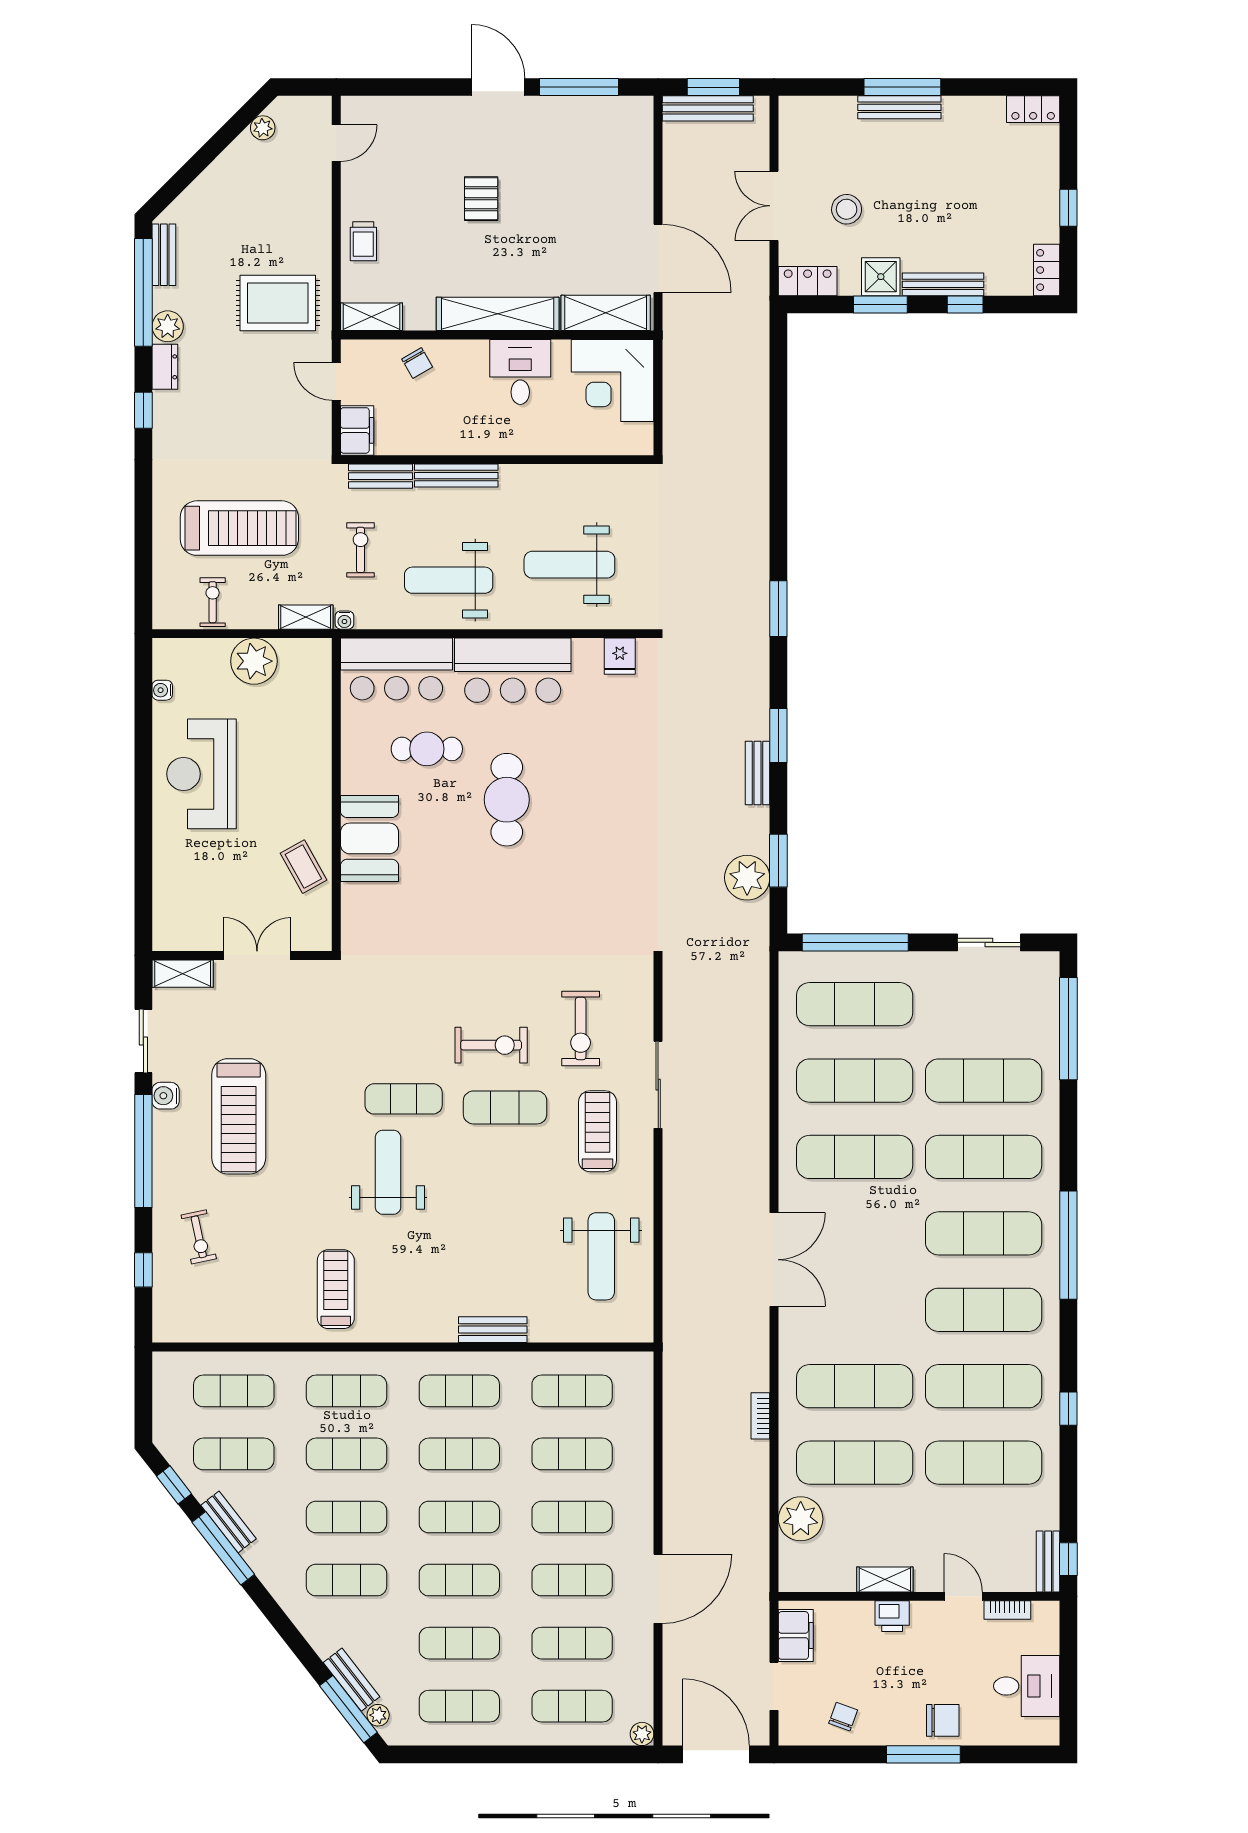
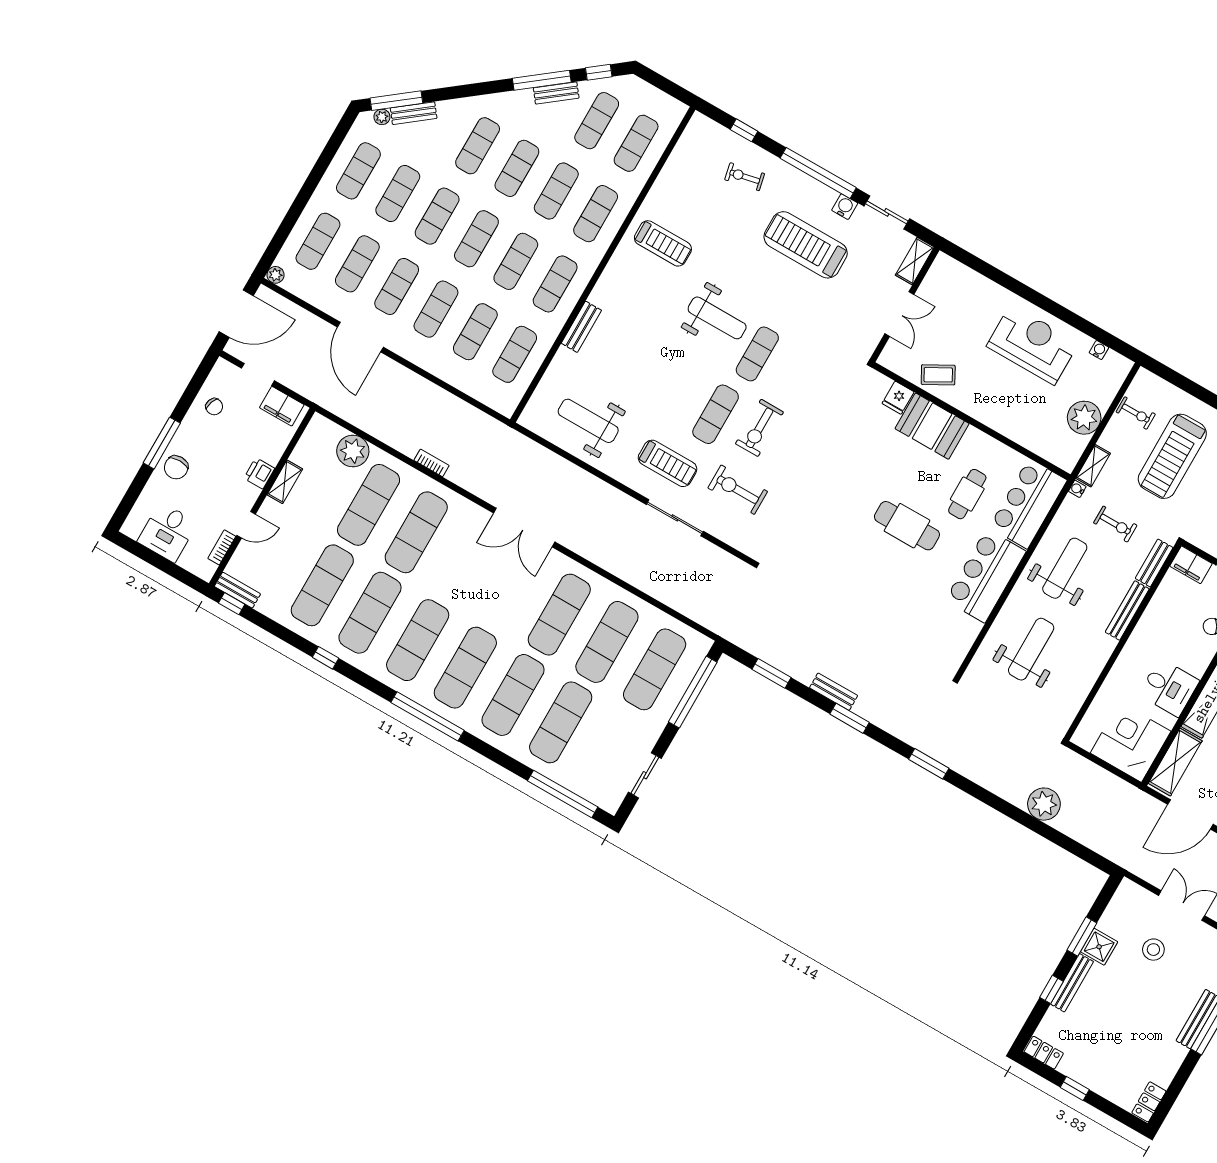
locker: (808, 281) -> (1123, 899), removed
fridge: (620, 656) -> (898, 398), moved, turned -90
plant: (747, 878) -> (1044, 804), moved

